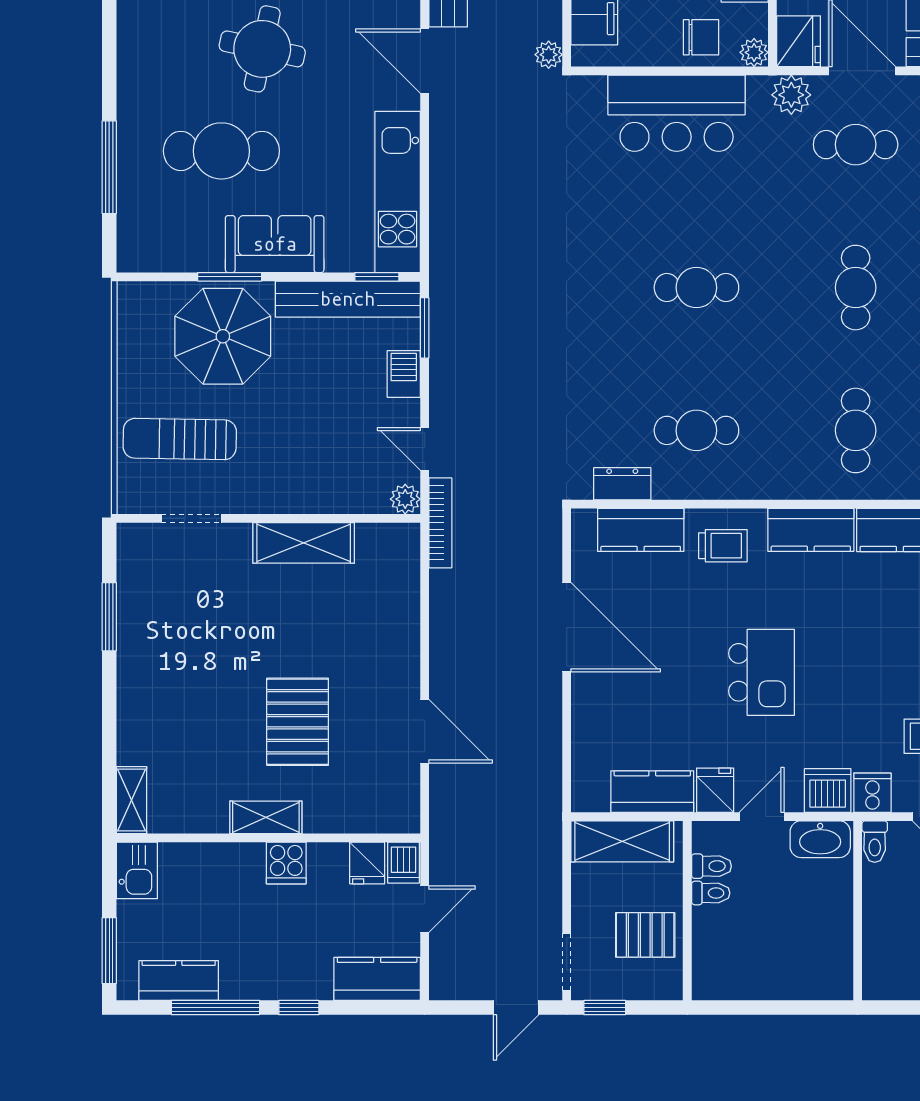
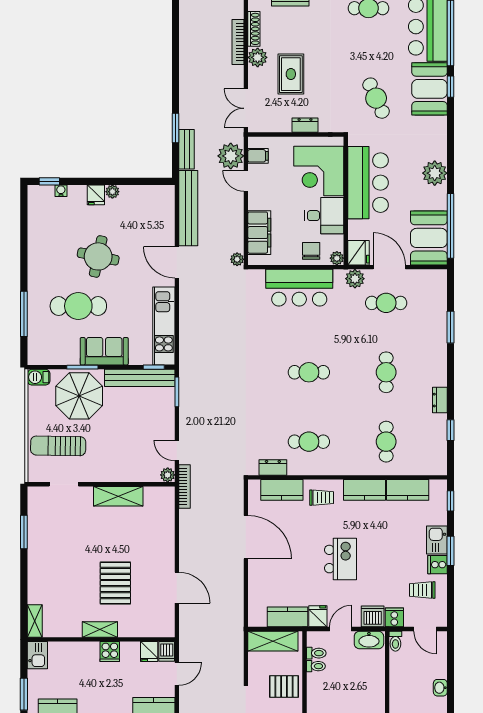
chair: (701, 37) -> (311, 251), turned -90
barbecue: (404, 374) -> (39, 377), moved, turned -90

